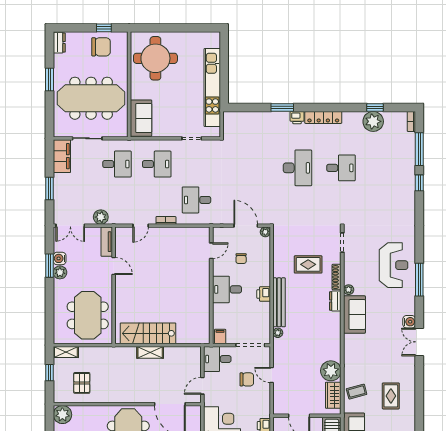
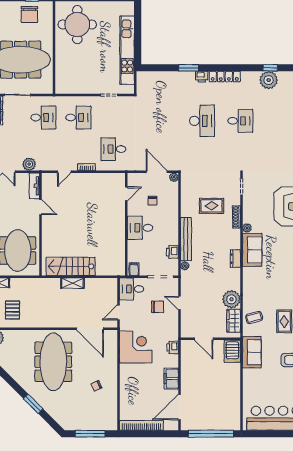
chair: (101, 47) -> (29, 14), turned 90
sofa: (141, 118) -> (65, 77), removed
printer: (264, 294) -> (172, 252), moved
dresser: (335, 301) -> (235, 259), moved

